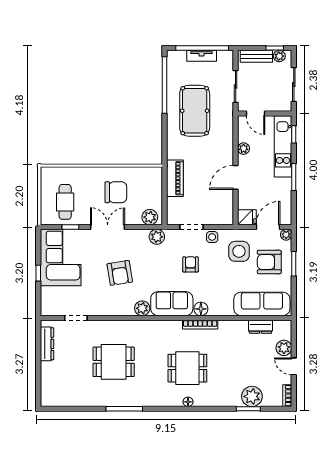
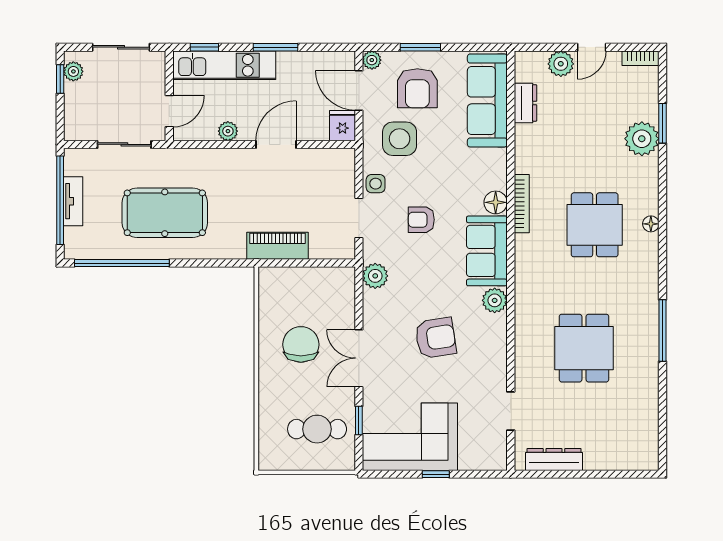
bench: (256, 56) -> (74, 110), removed
door: (236, 177) -> (276, 144), swing flipped
plant: (150, 217) -> (342, 288), removed
plant: (252, 396) -> (642, 139), moved

